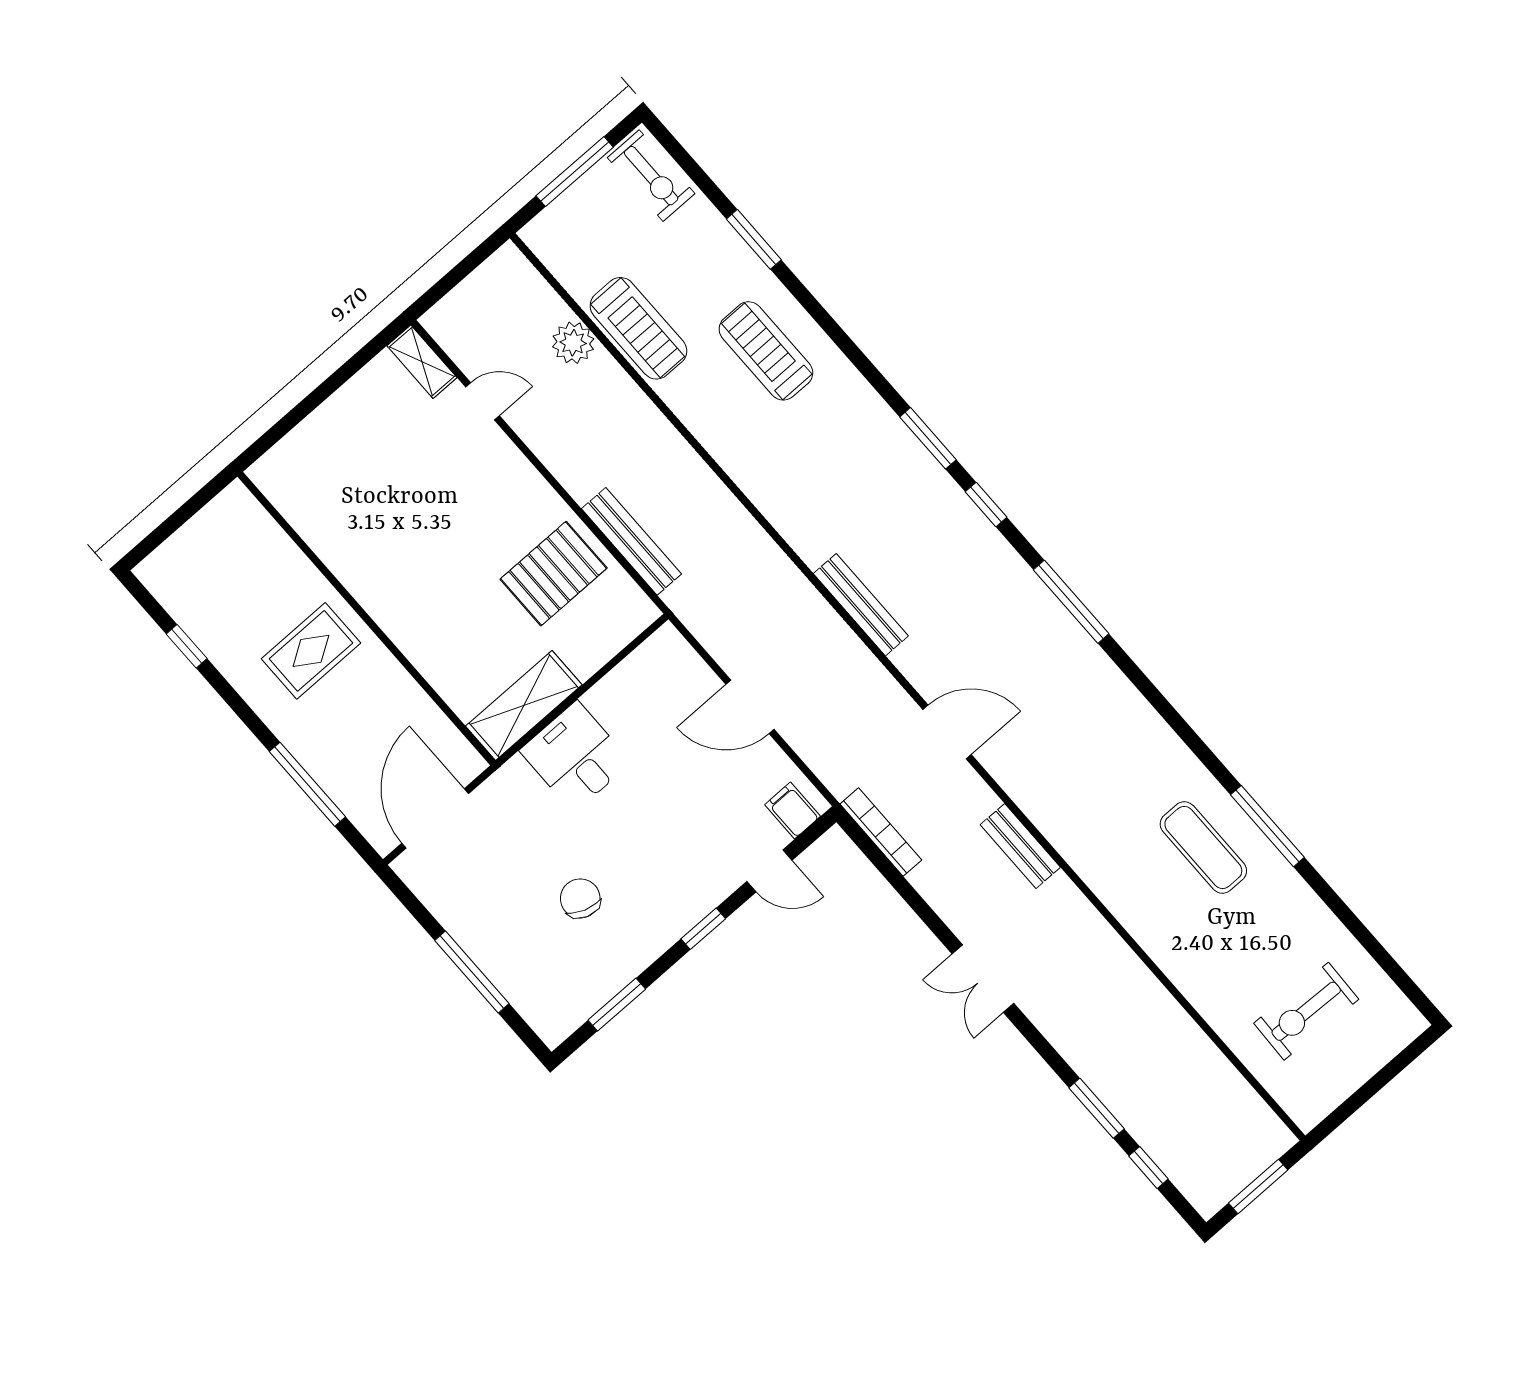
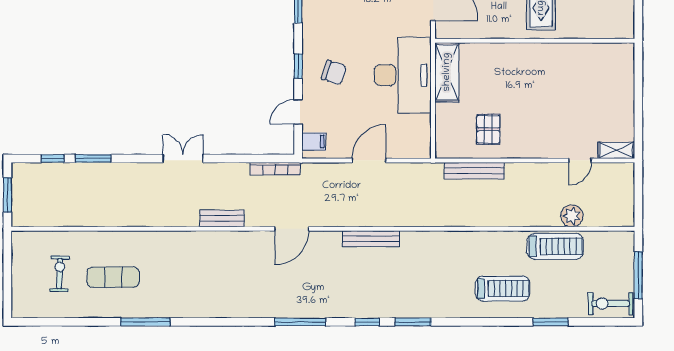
treadmill: (638, 328) -> (555, 246), turned 180
pallet: (554, 574) -> (488, 129), width x0.67, depth x0.71
desk: (575, 756) -> (403, 75), width x1.87, depth x1.30
exercise mat: (1203, 847) -> (113, 277), moved
chair: (580, 898) -> (334, 72), moved
exercise bike: (1306, 1011) -> (60, 274), width x0.73, depth x0.72

